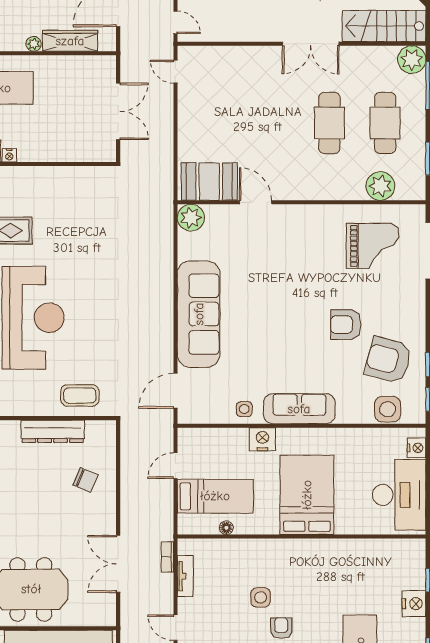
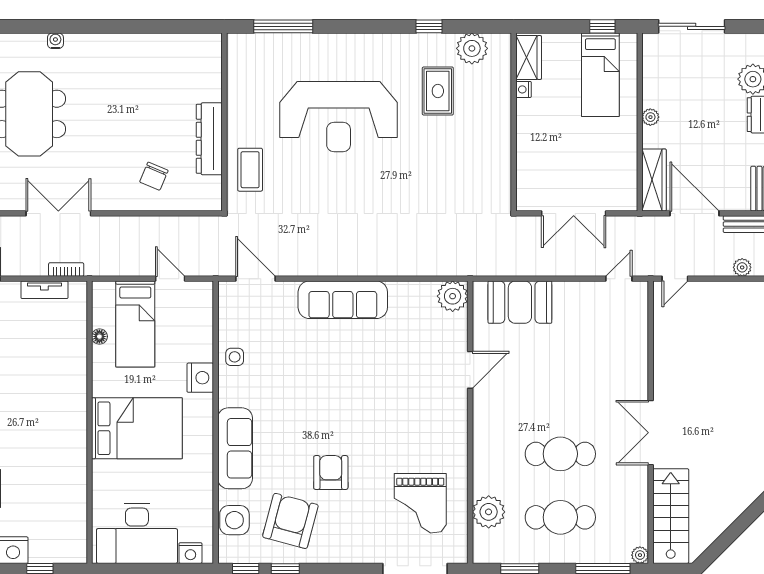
wardrobe: (70, 41) -> (654, 180), moved
plant: (412, 60) -> (640, 555), width x0.53, depth x0.53
booth: (209, 182) -> (520, 302), moved, turned 90
sofa: (199, 314) -> (343, 300), width x0.74, depth x0.79
sofa: (299, 409) -> (235, 448), moved
side table: (261, 597) -> (20, 376), removed

